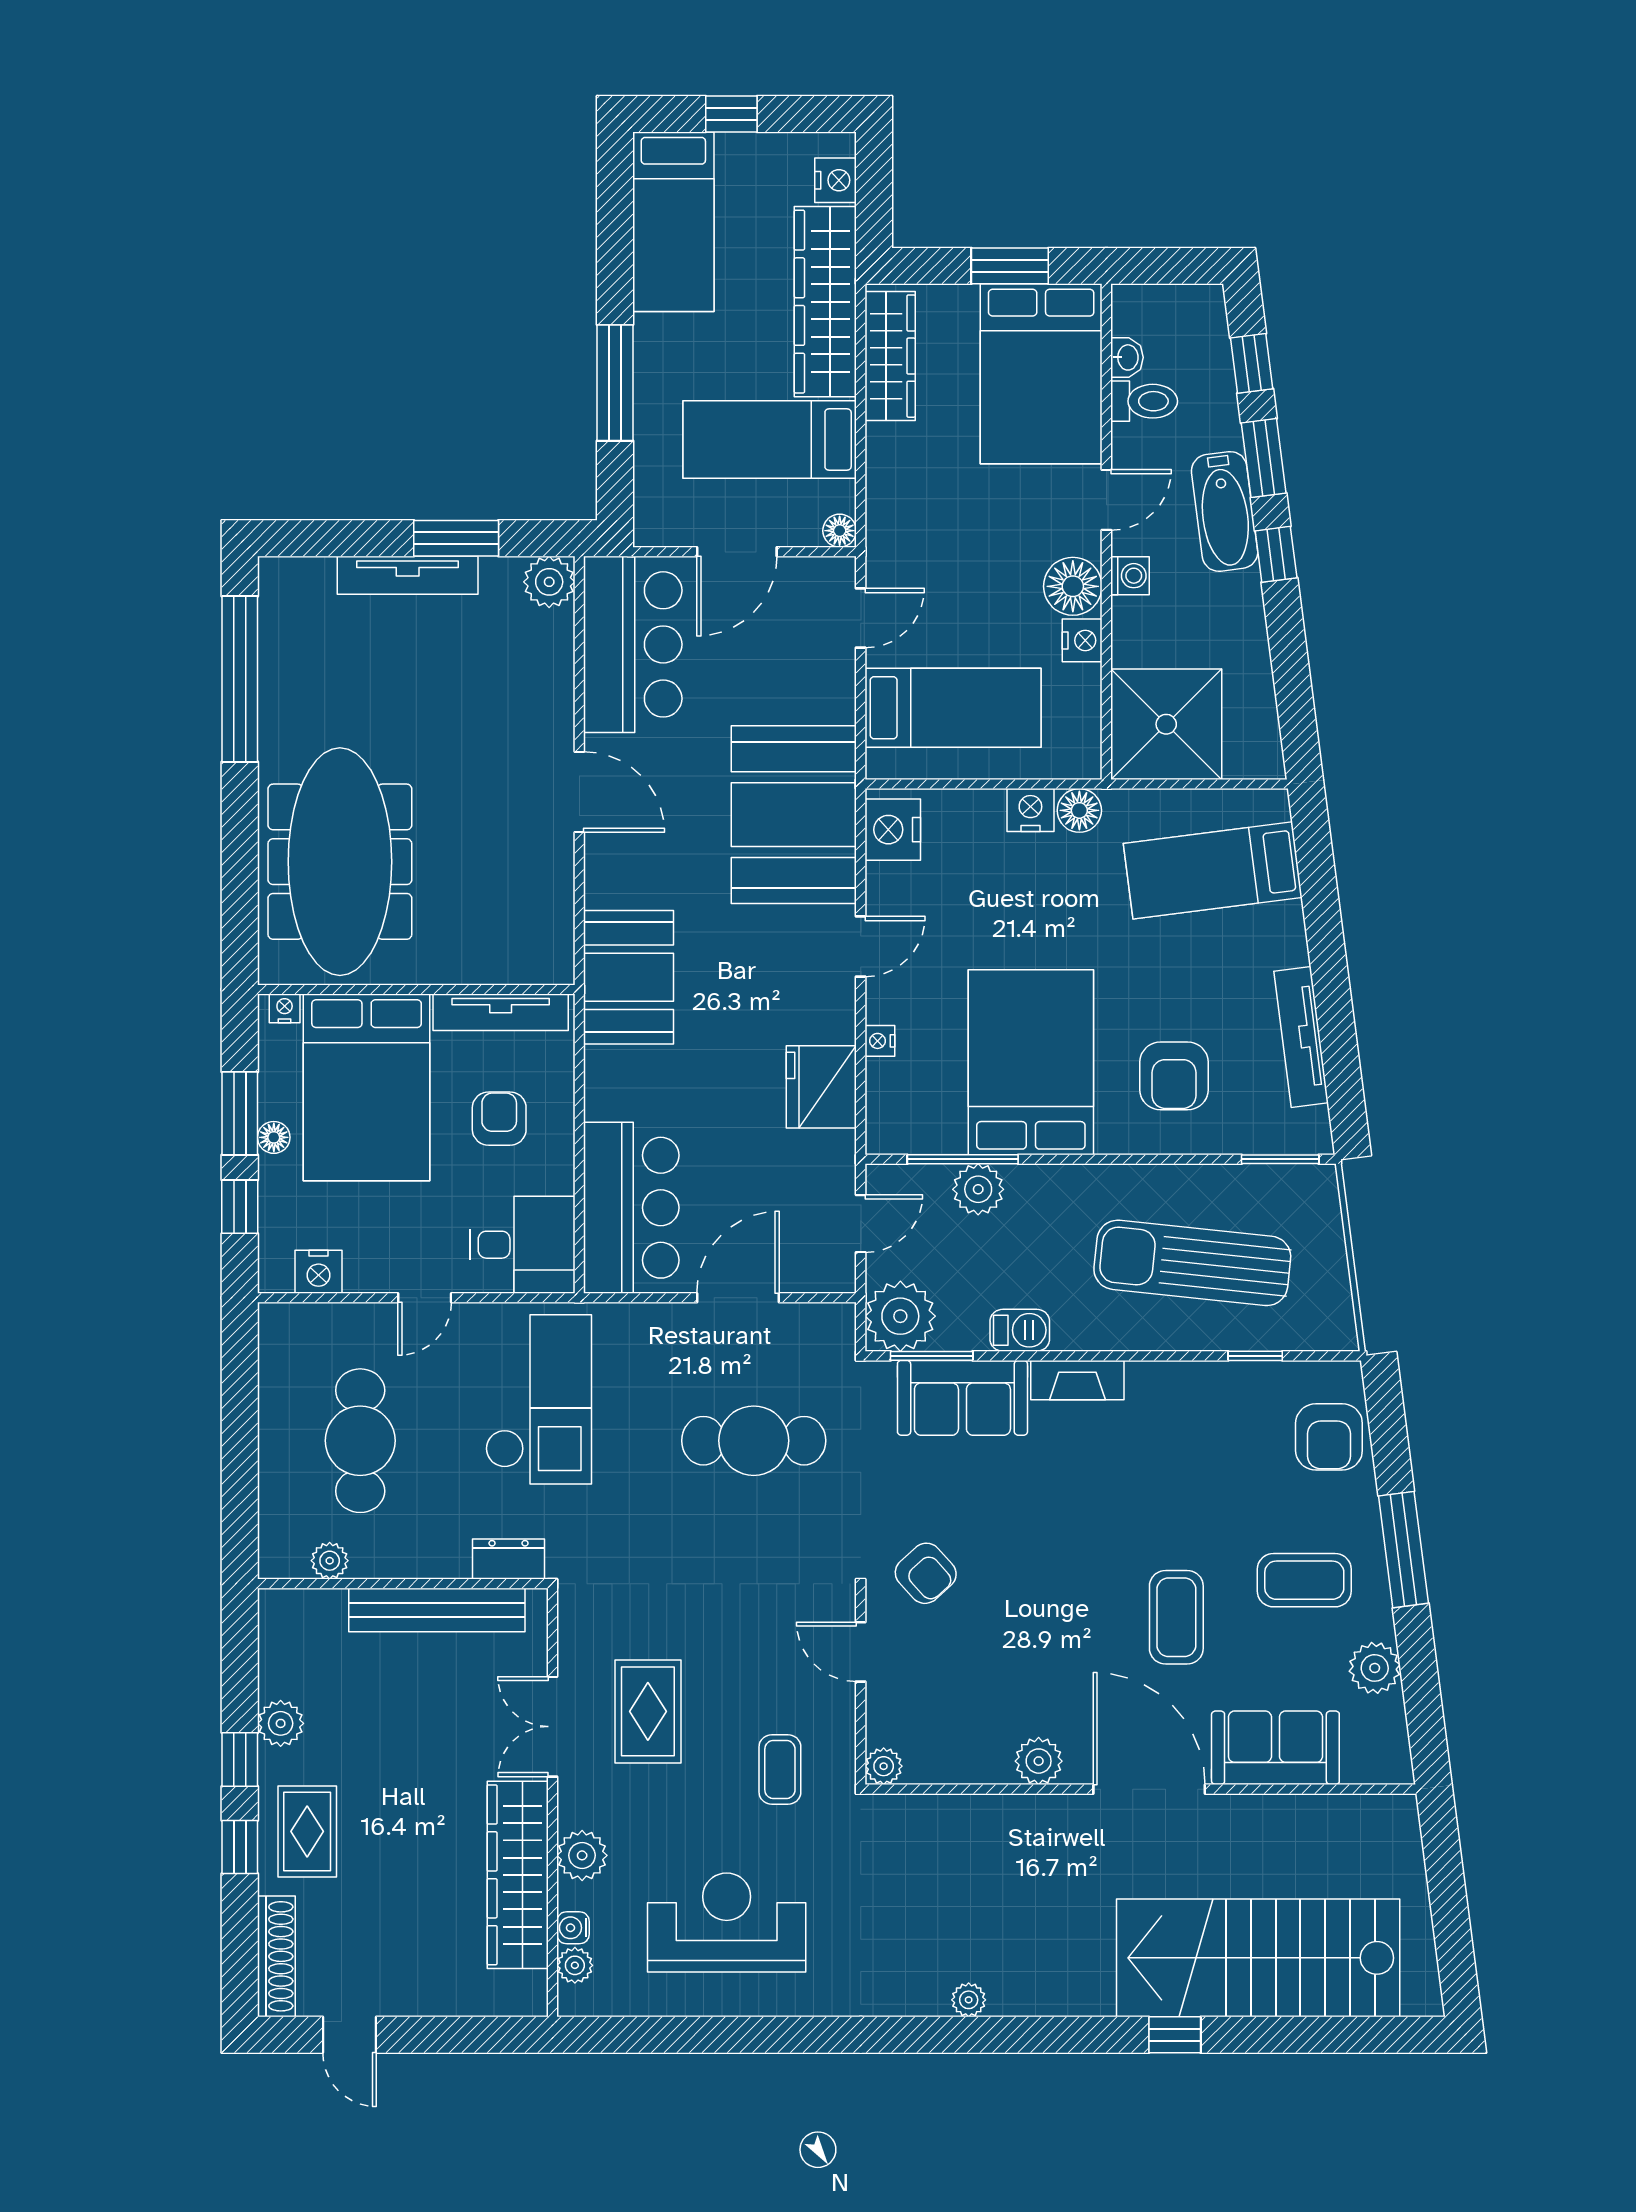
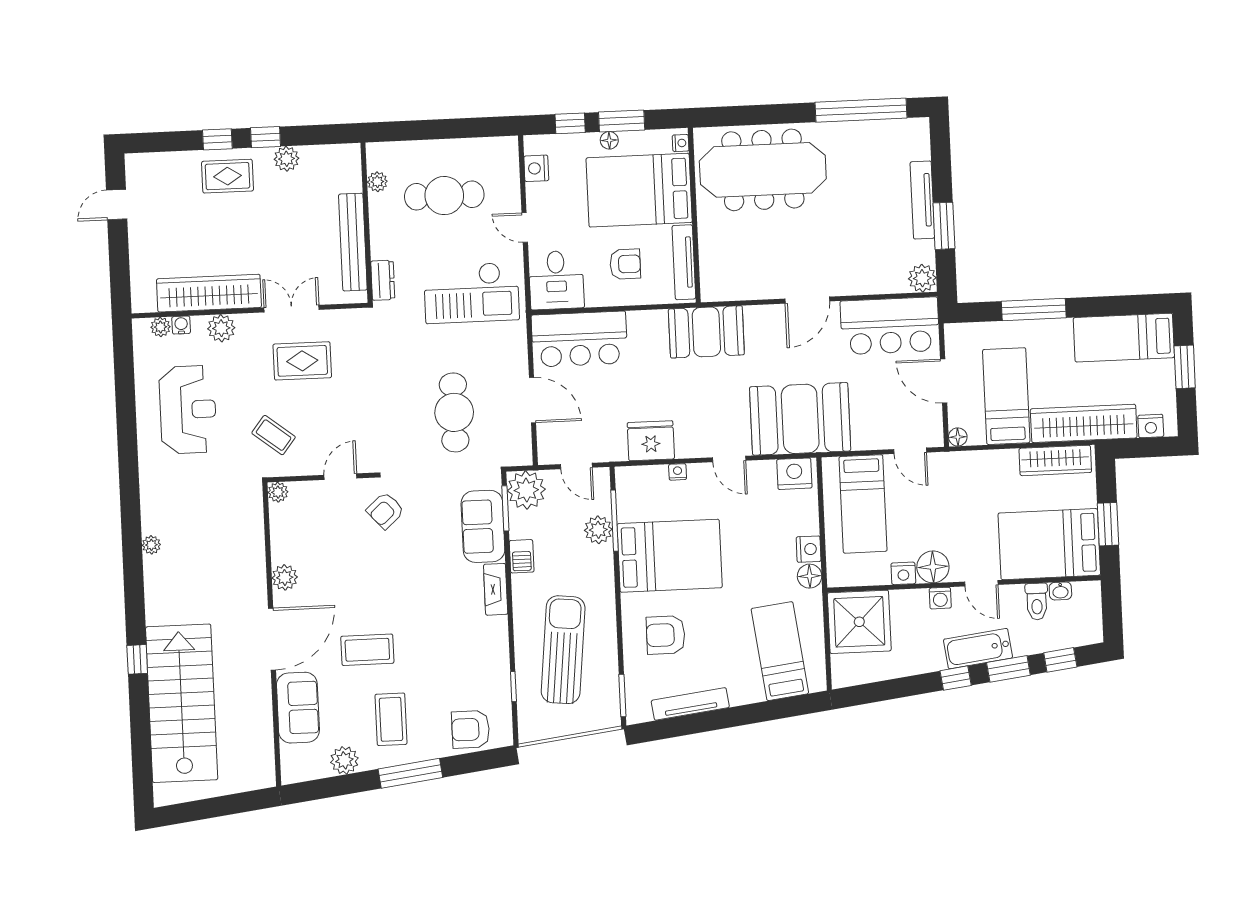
window: (731, 114) -> (1185, 367), width x1.50
coffee table: (780, 1769) -> (274, 435), turned 38
shoe rack: (276, 1956) -> (158, 162), removed

